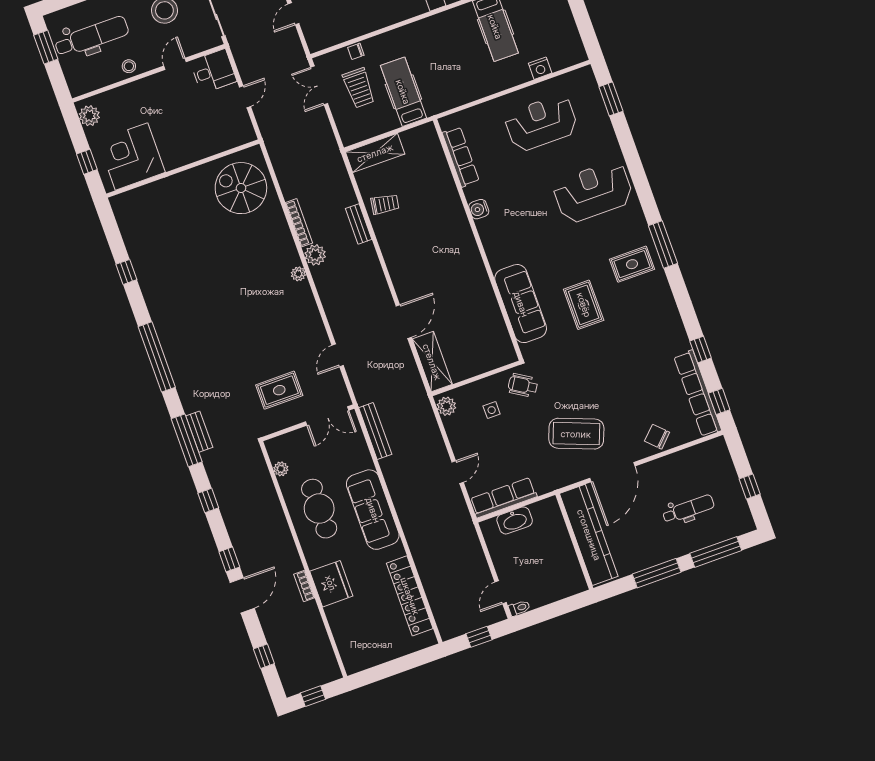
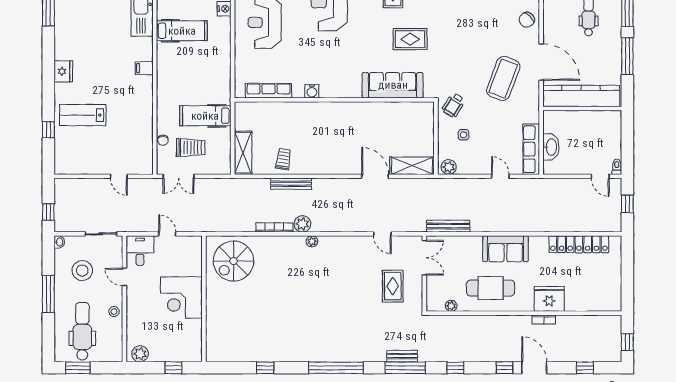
corner desk: (131, 156) -> (181, 297), moved
bench: (359, 224) -> (291, 184), width x1.36
sofa: (373, 510) -> (505, 249), width x0.73

